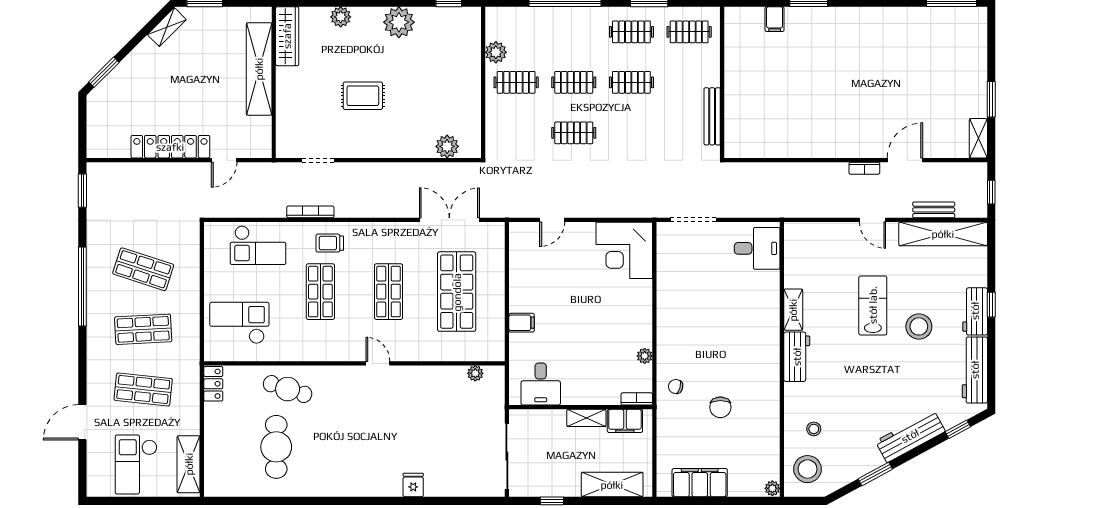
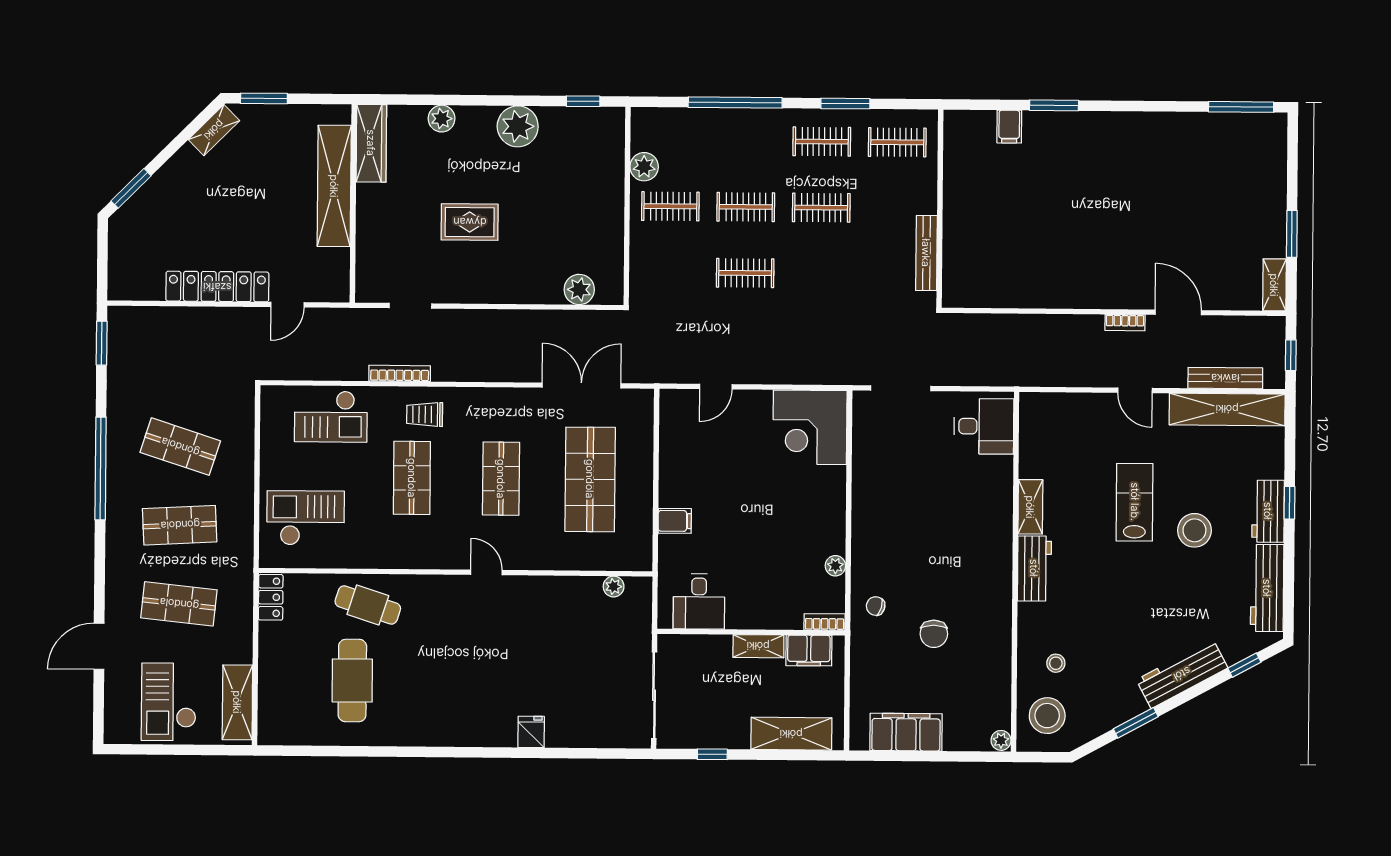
door: (905, 160) -> (1178, 312), hinge flipped
bench: (934, 210) -> (1225, 378), width x1.36

